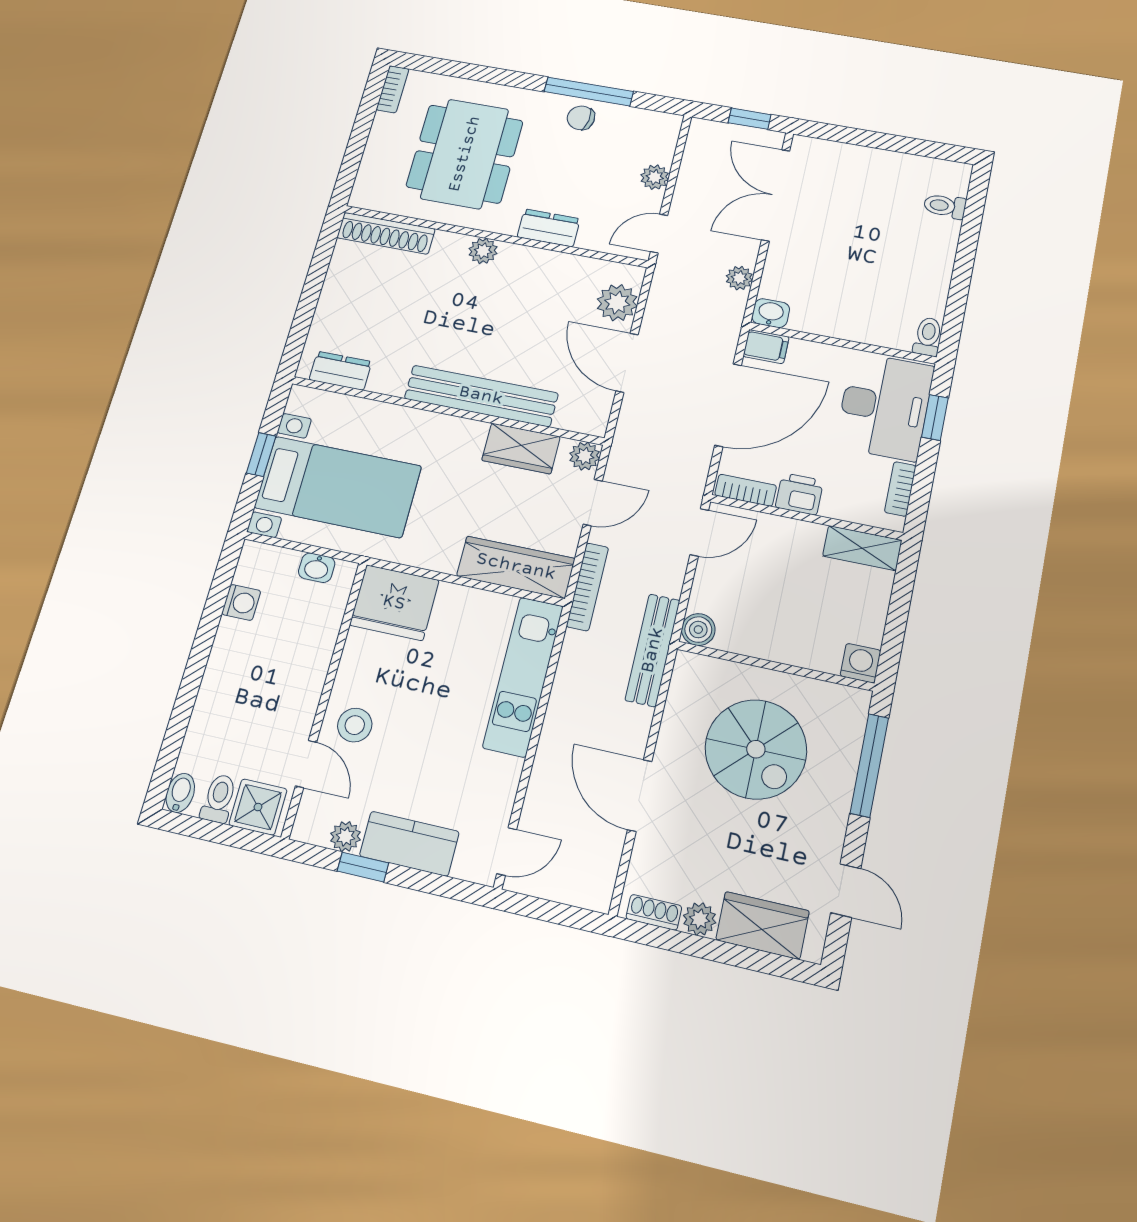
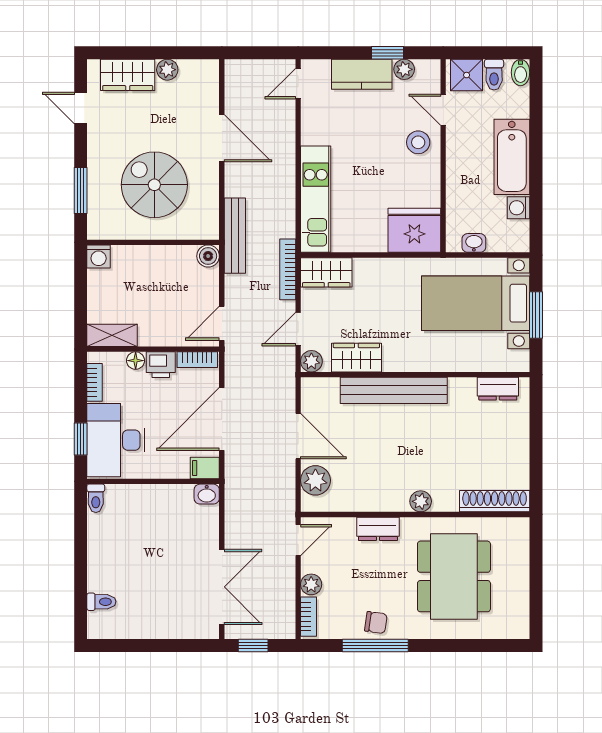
bookcase: (393, 89) -> (309, 617), moved, turned 180
plant: (739, 278) -> (234, 517), removed
window: (261, 455) -> (536, 315), width x1.50
floor lamp: (835, 507) -> (136, 361), added
wardrobe: (516, 567) -> (326, 272), width x0.67
bathtub: (229, 675) -> (512, 157), added
window: (869, 765) -> (81, 190), width x0.69
shoe rack: (654, 912) -> (197, 67), removed

